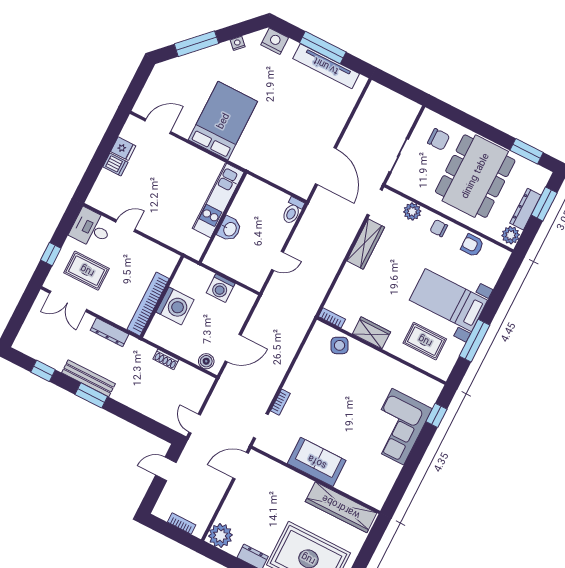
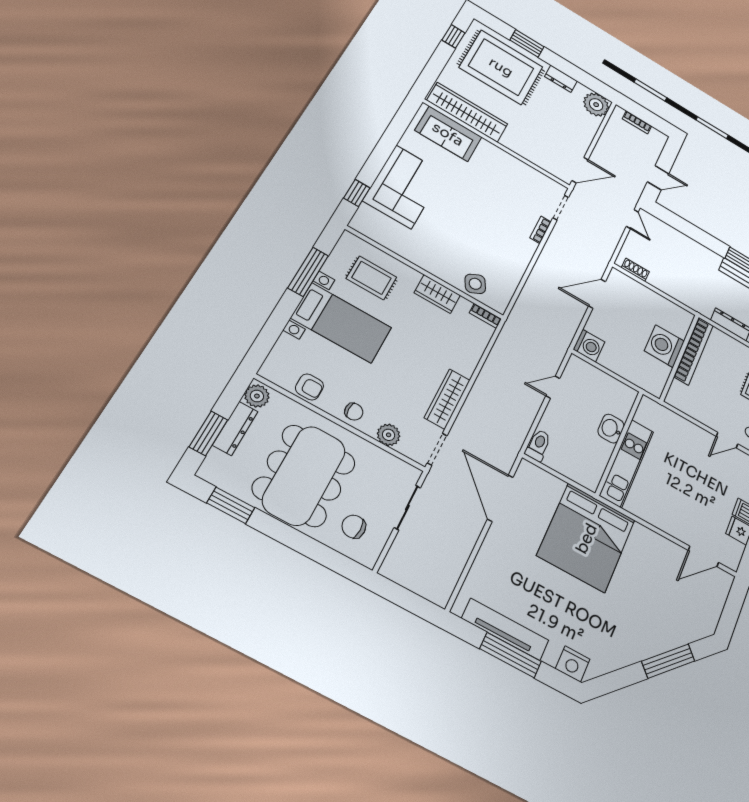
nightstand: (238, 43) -> (619, 661), removed
bed: (223, 121) -> (586, 538), moved, width x1.36
washing machine: (221, 288) -> (589, 346), moved, turned 90
shoe rack: (166, 359) -> (635, 270), moved
boiler: (206, 361) -> (625, 283), removed
sofa: (317, 462) -> (448, 134), moved

